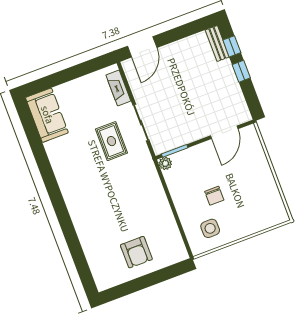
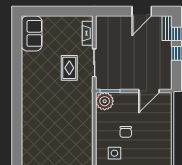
door: (142, 47) -> (142, 11), moved
plant: (165, 163) -> (105, 101), width x1.87, depth x1.87
armchair: (136, 252) -> (58, 150), removed

